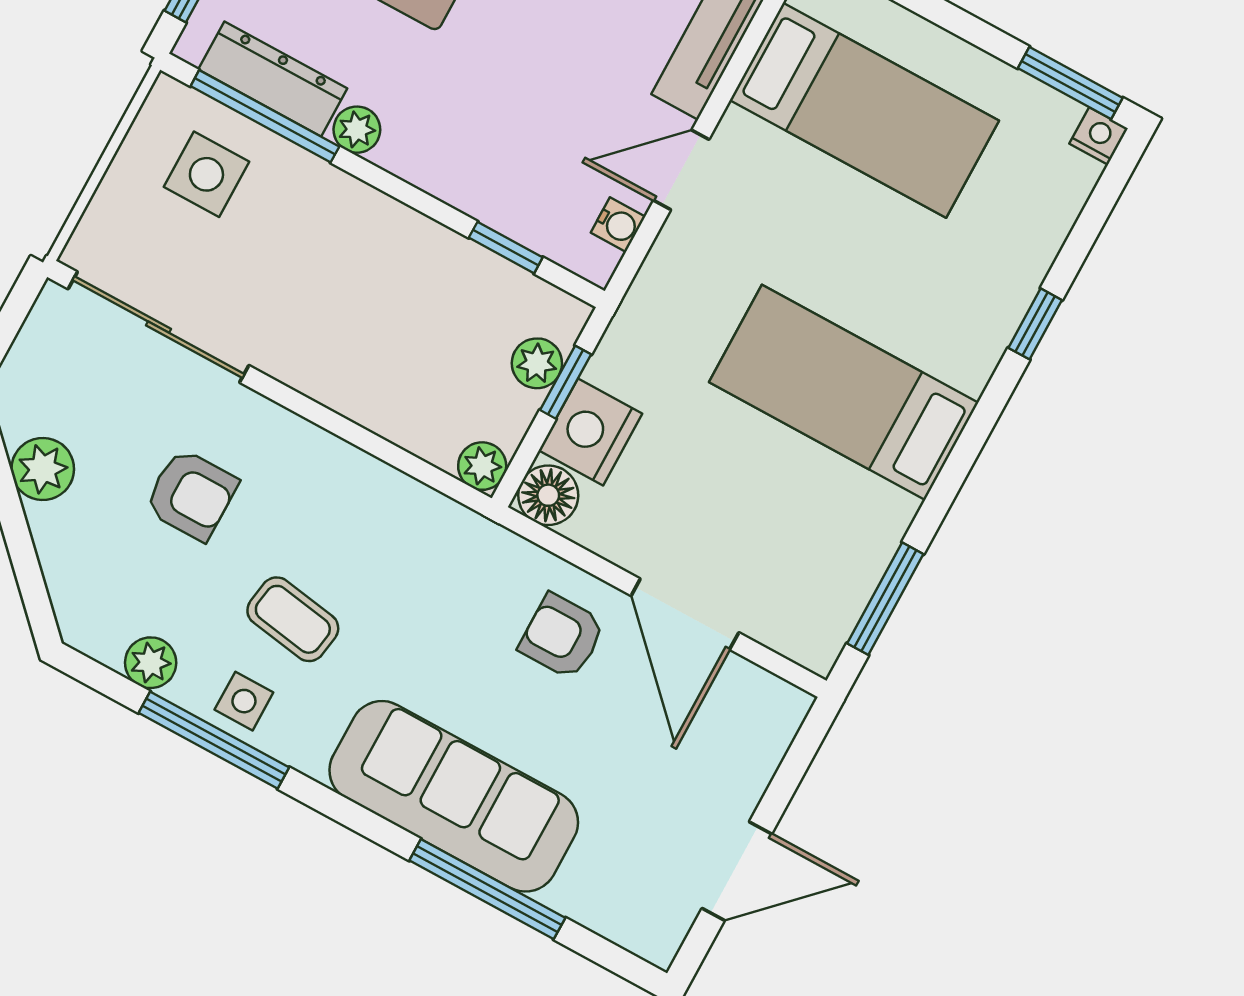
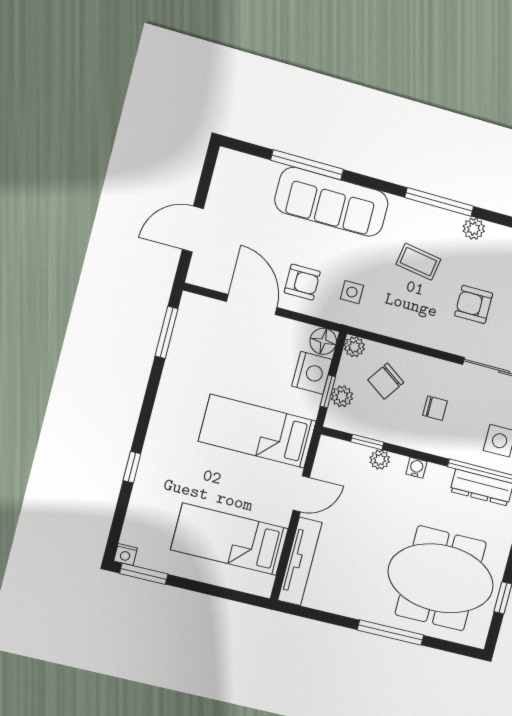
plant: (357, 130) -> (380, 460), moved
water cooler: (618, 225) -> (416, 468), moved, turned 90
chair: (335, 285) -> (435, 408), added
chair: (431, 373) -> (386, 381), added
bed: (844, 392) -> (257, 431), moved, turned 180
side table: (244, 701) -> (352, 292), moved
door: (737, 871) -> (193, 229), moved

